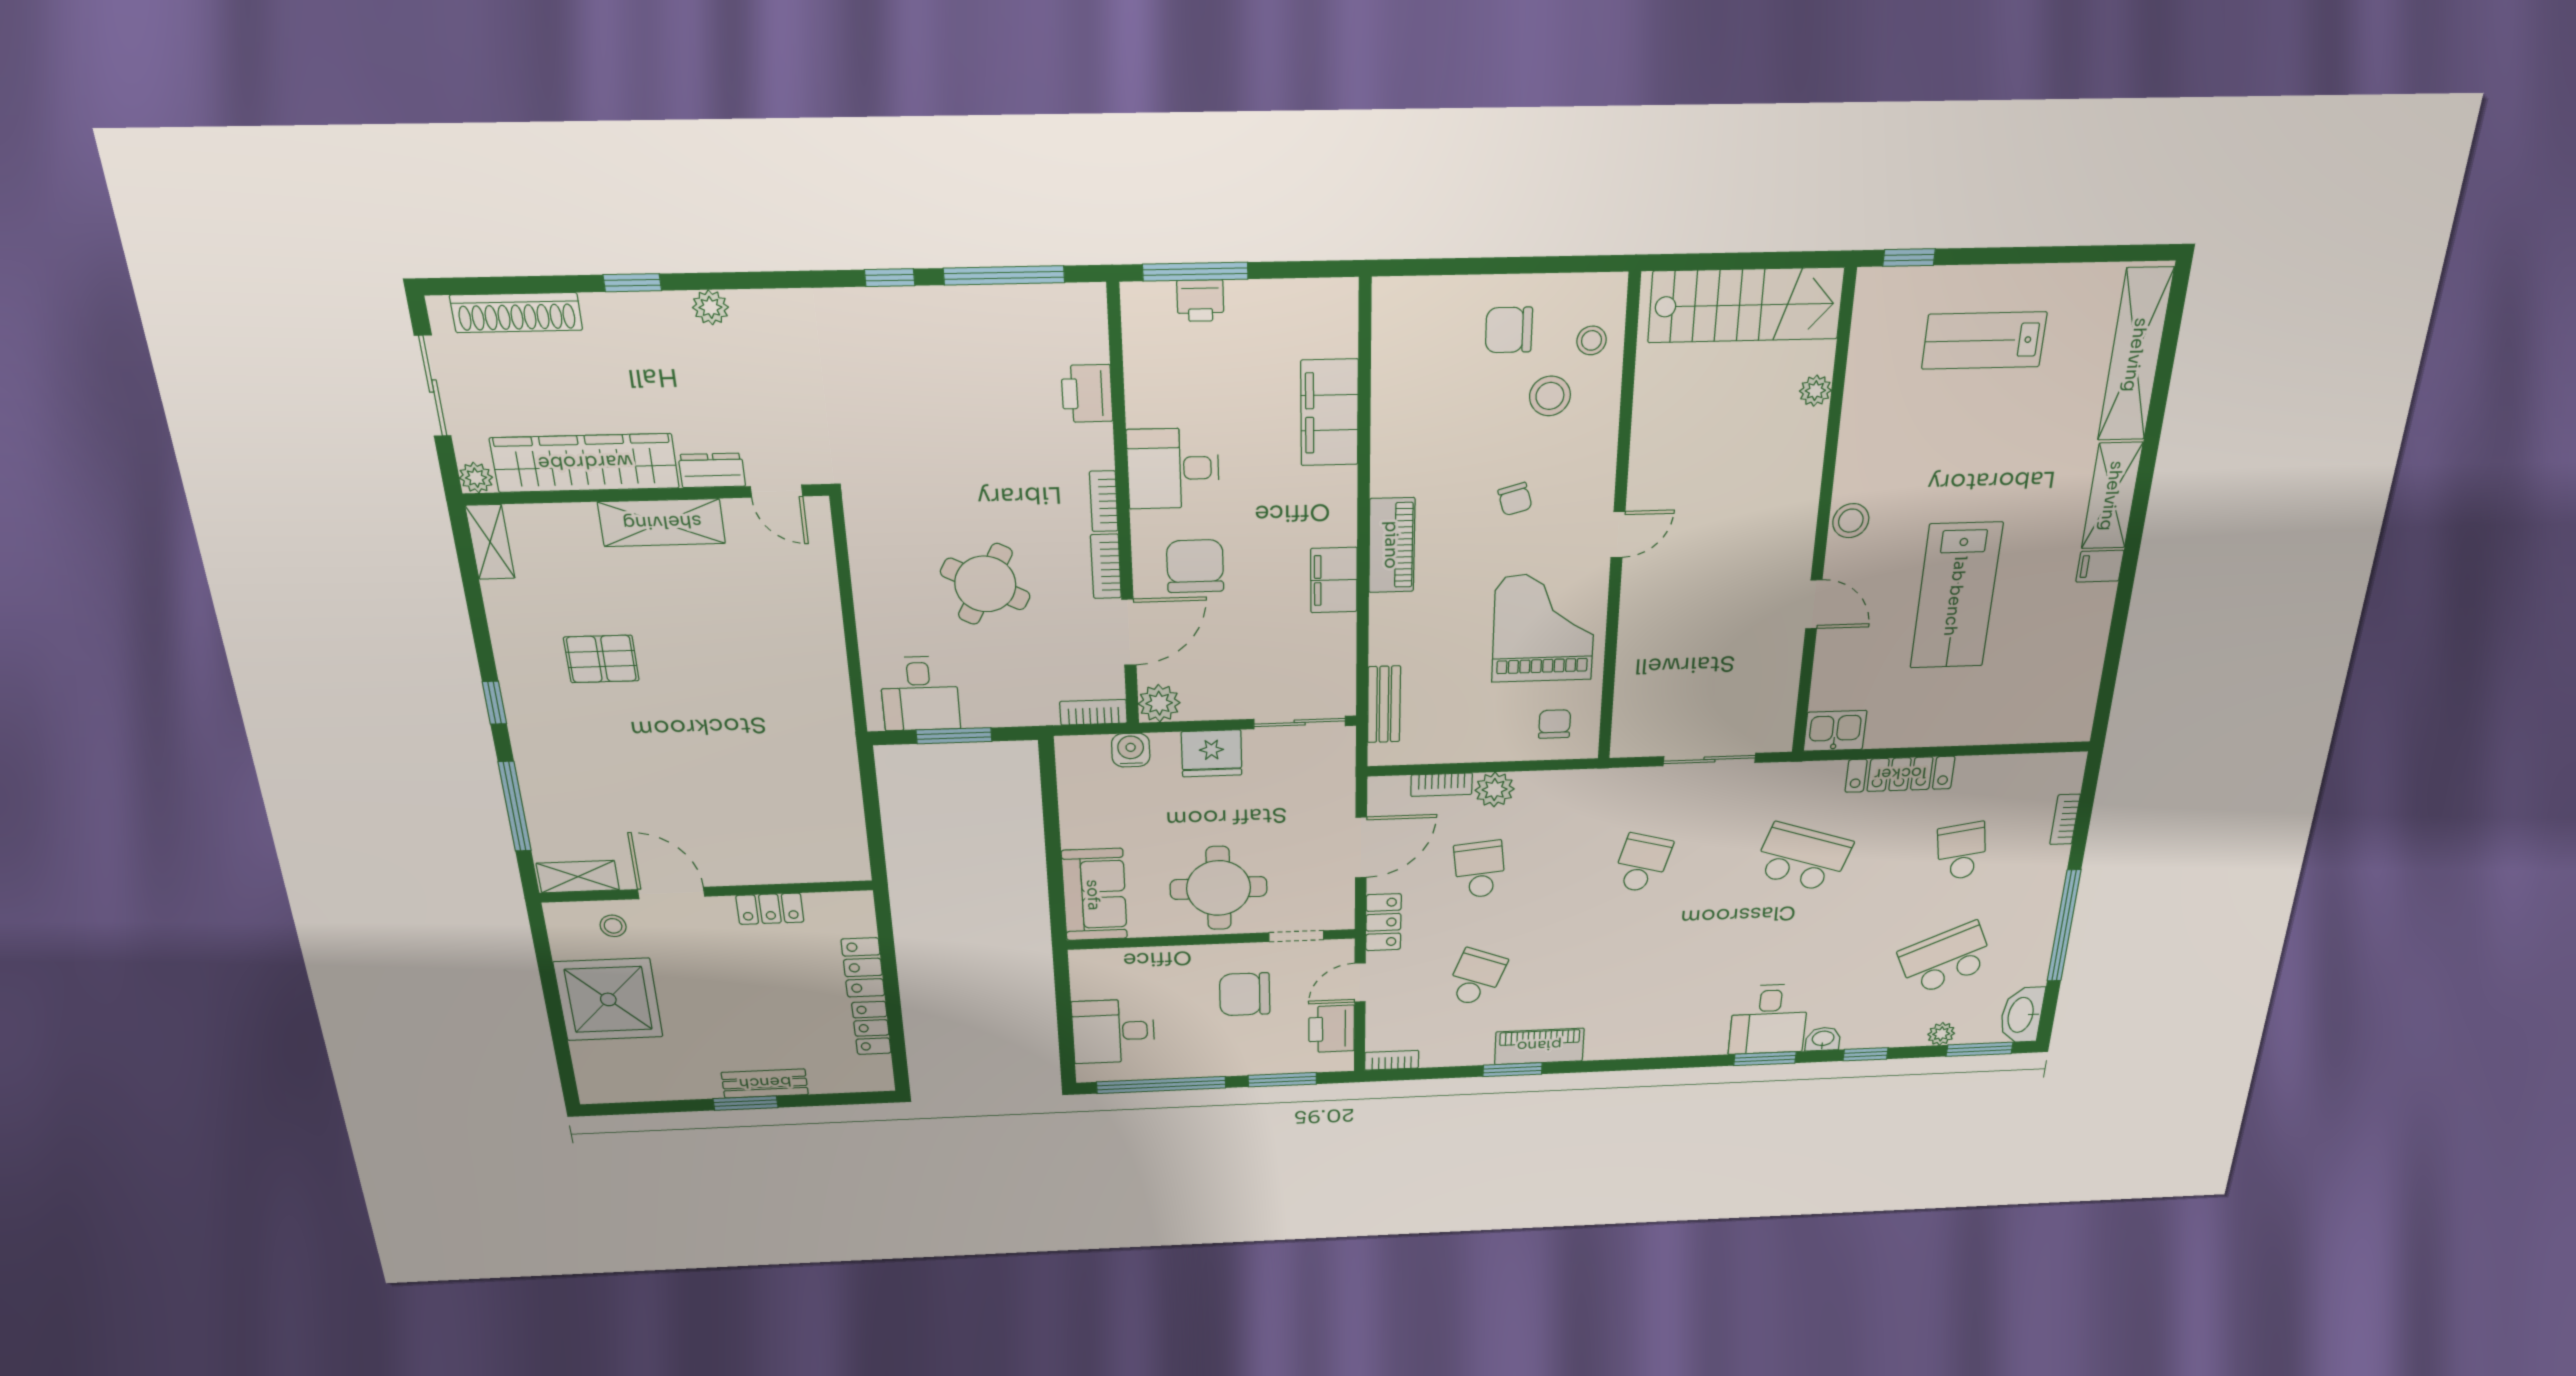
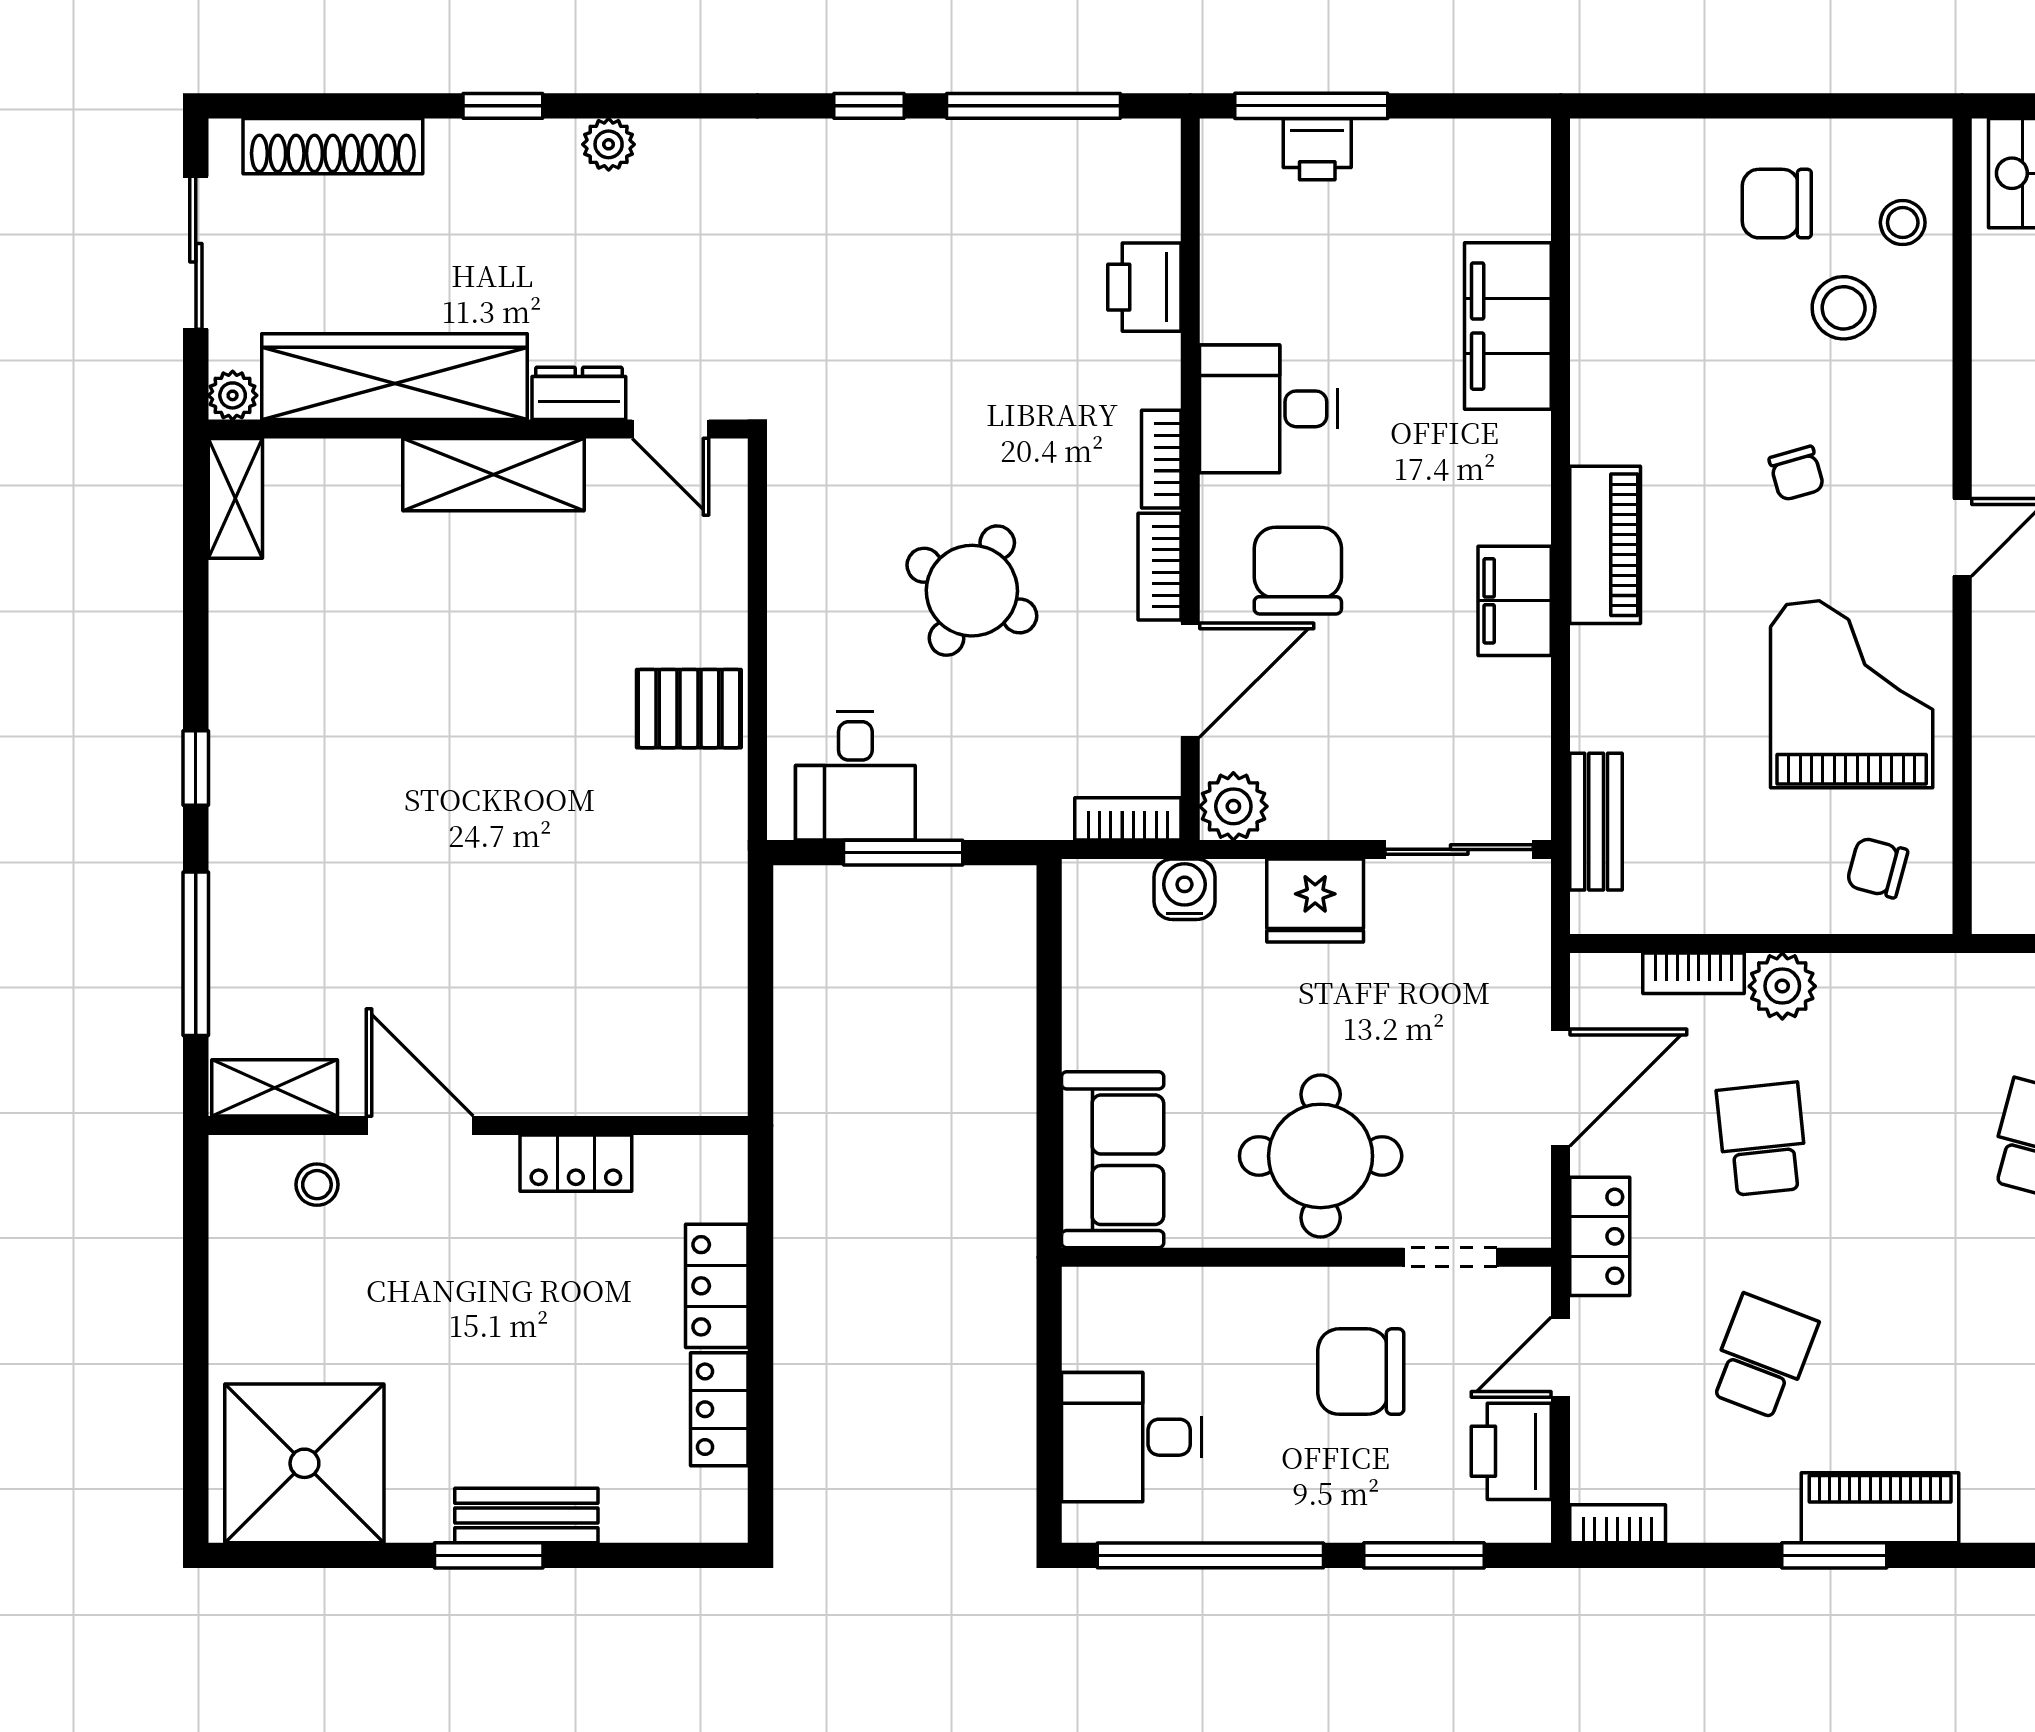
pallet: (601, 659) -> (689, 709), moved
chair: (1555, 724) -> (1877, 868), turned -75
shower: (608, 999) -> (304, 1463), moved

